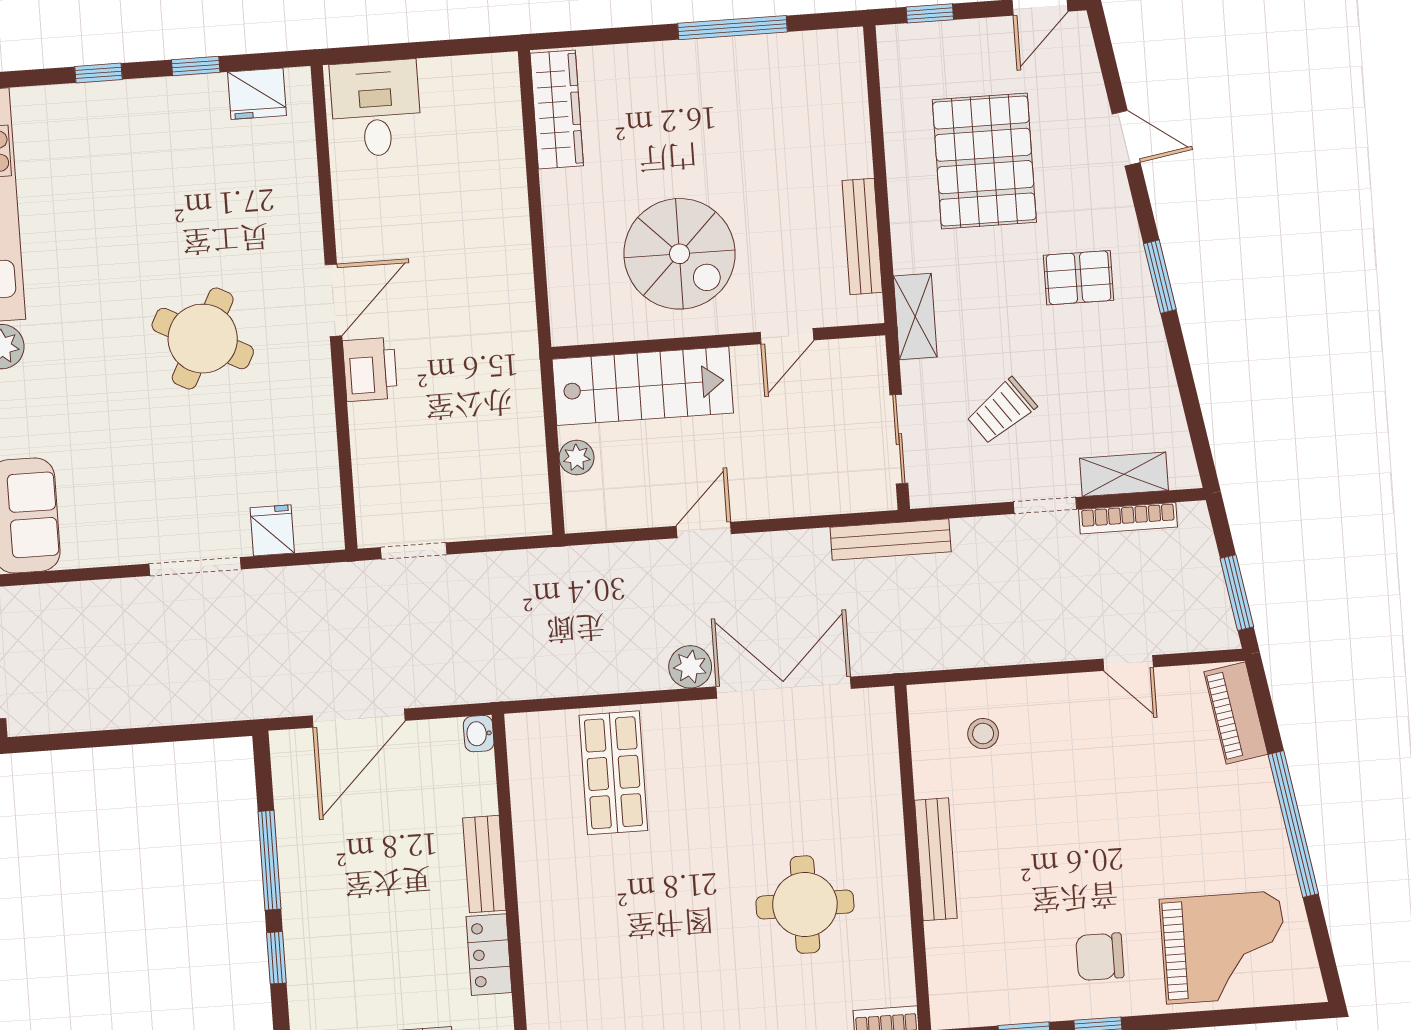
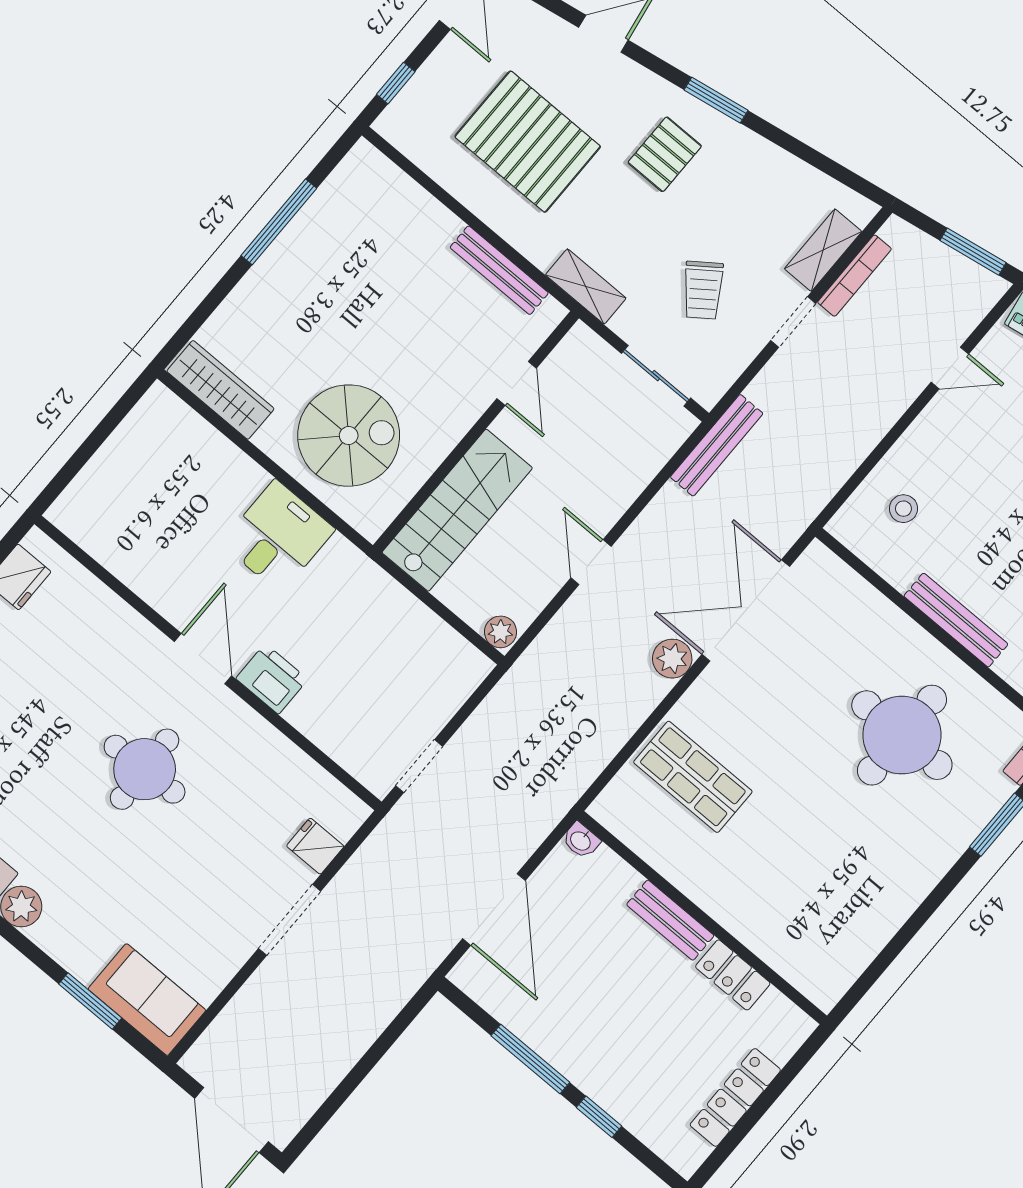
desk: (376, 108) -> (278, 536), moved, turned 90
spiral stairs: (680, 254) -> (349, 436), moved
round table: (203, 339) -> (145, 769), turned -30
plant: (577, 457) -> (500, 632), moved
round table: (805, 905) -> (902, 735), width x1.36, depth x1.36

